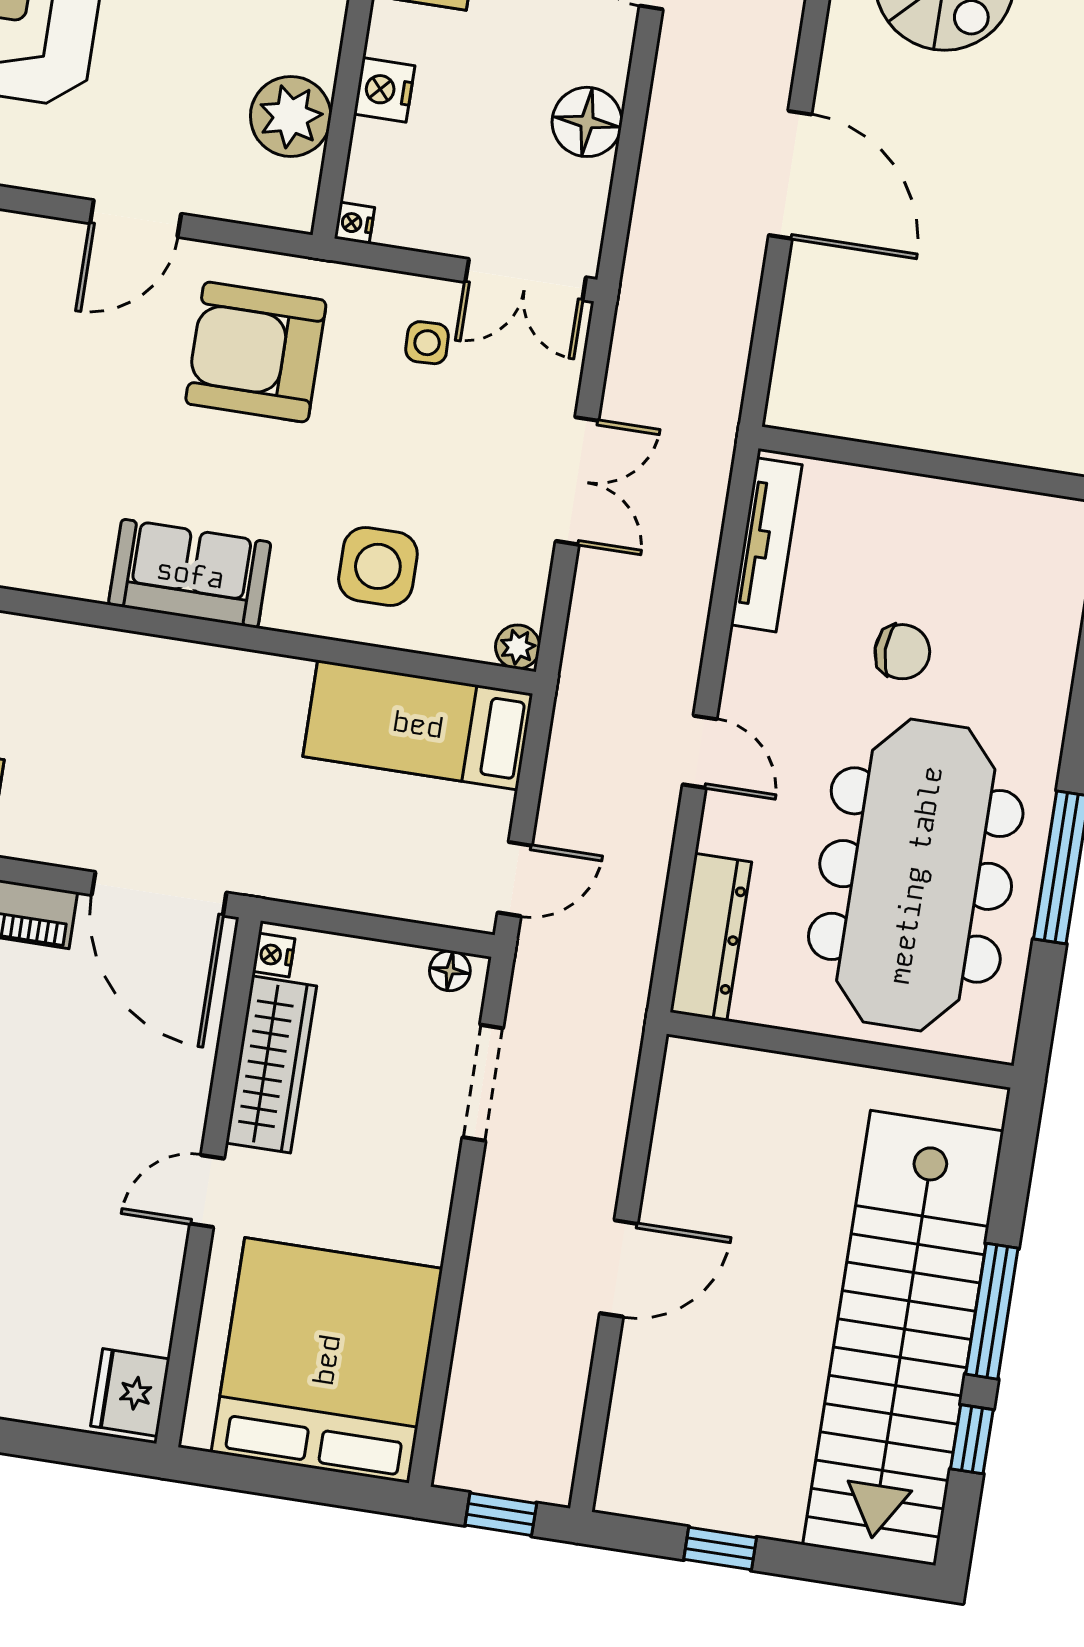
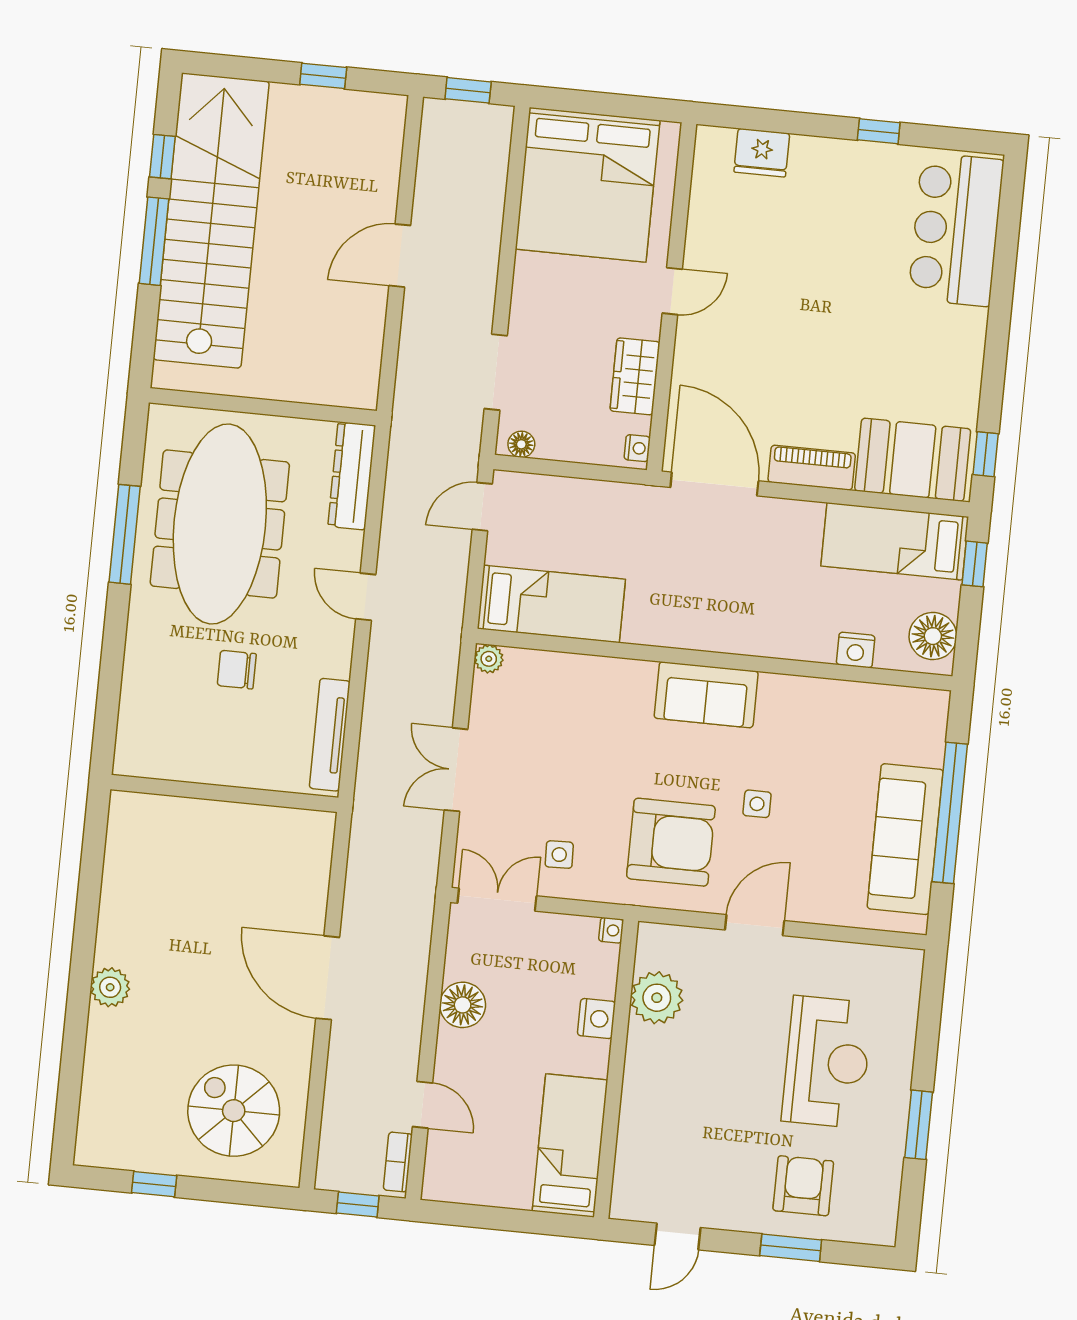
side table: (378, 566) -> (757, 804), moved, width x0.54, depth x0.54
wardrobe: (271, 1064) -> (635, 376), width x0.67
fridge: (130, 1392) -> (762, 153), moved, turned 90

